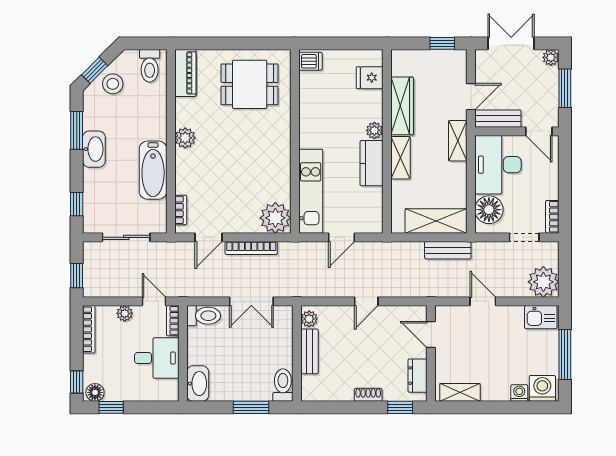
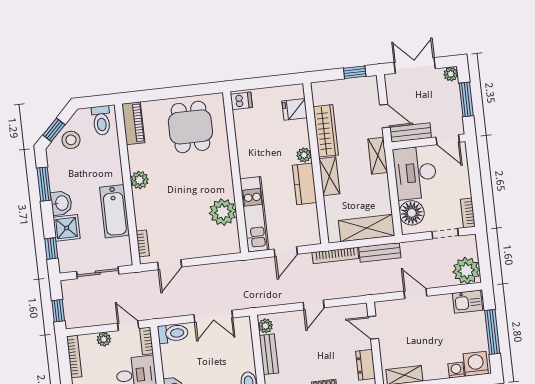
dining table: (250, 84) -> (190, 127), turned 90
door: (471, 97) -> (385, 116), hinge flipped
washbasin: (94, 149) -> (61, 203), width x0.72
shower: (97, 183) -> (67, 228), added
plant: (275, 218) -> (223, 212), moved
bookcase: (251, 248) -> (335, 255), moved

